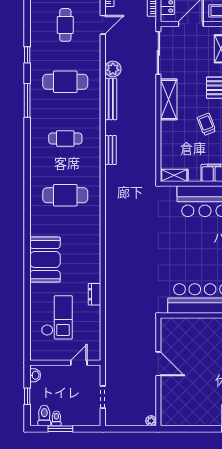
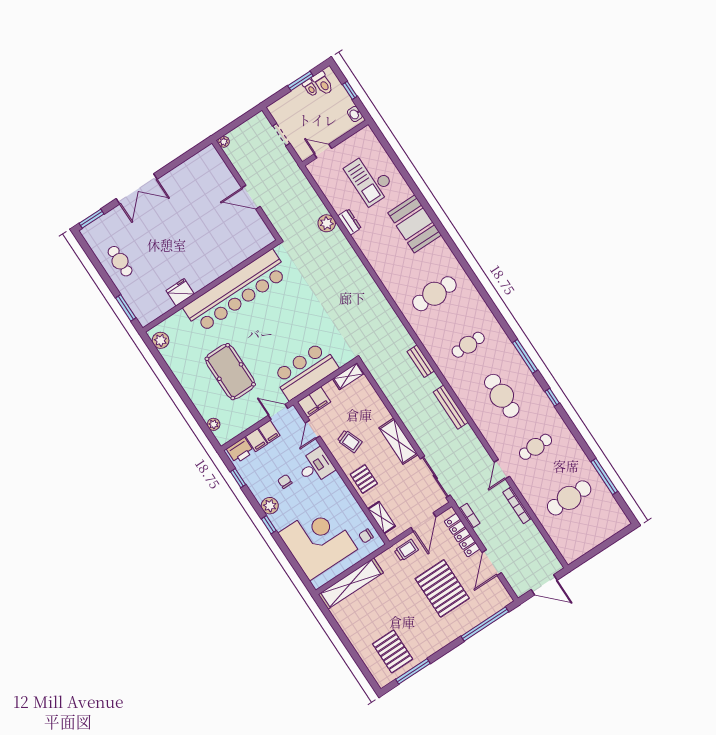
cafe table: (65, 25) -> (535, 447), turned 90
plant: (113, 69) -> (327, 223), moved
cafe table: (65, 82) -> (502, 396), turned 90
door: (79, 363) -> (323, 151), swing flipped

